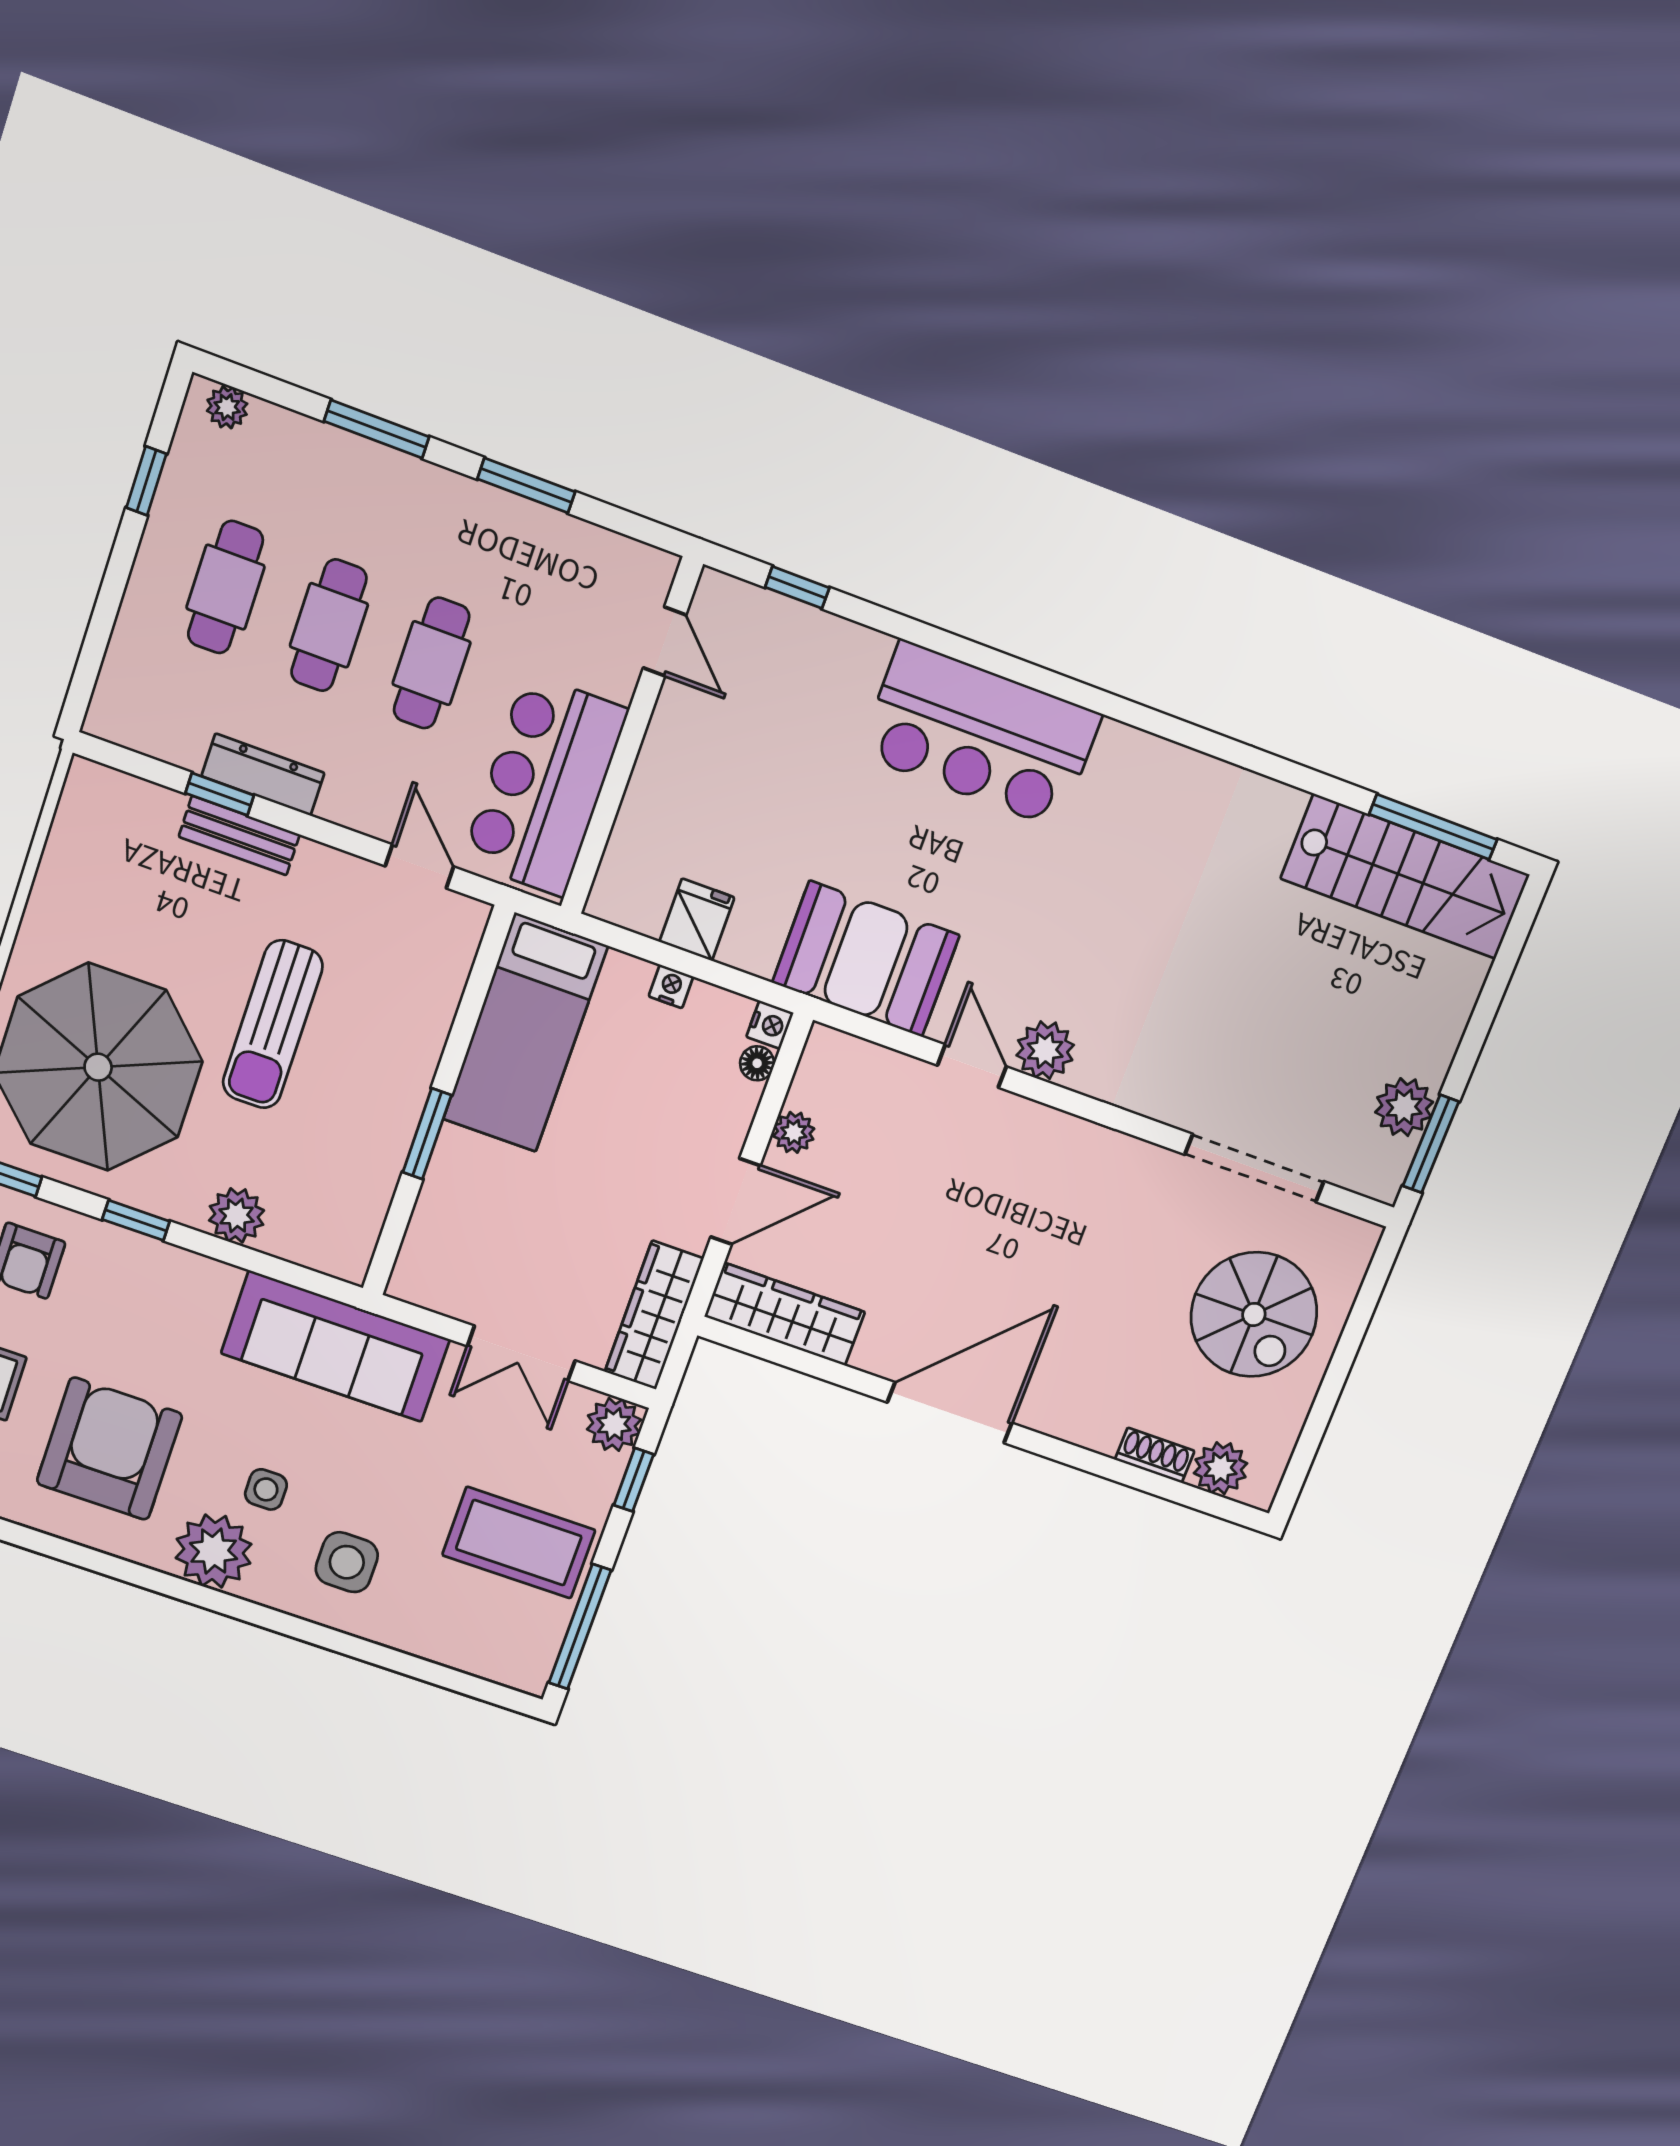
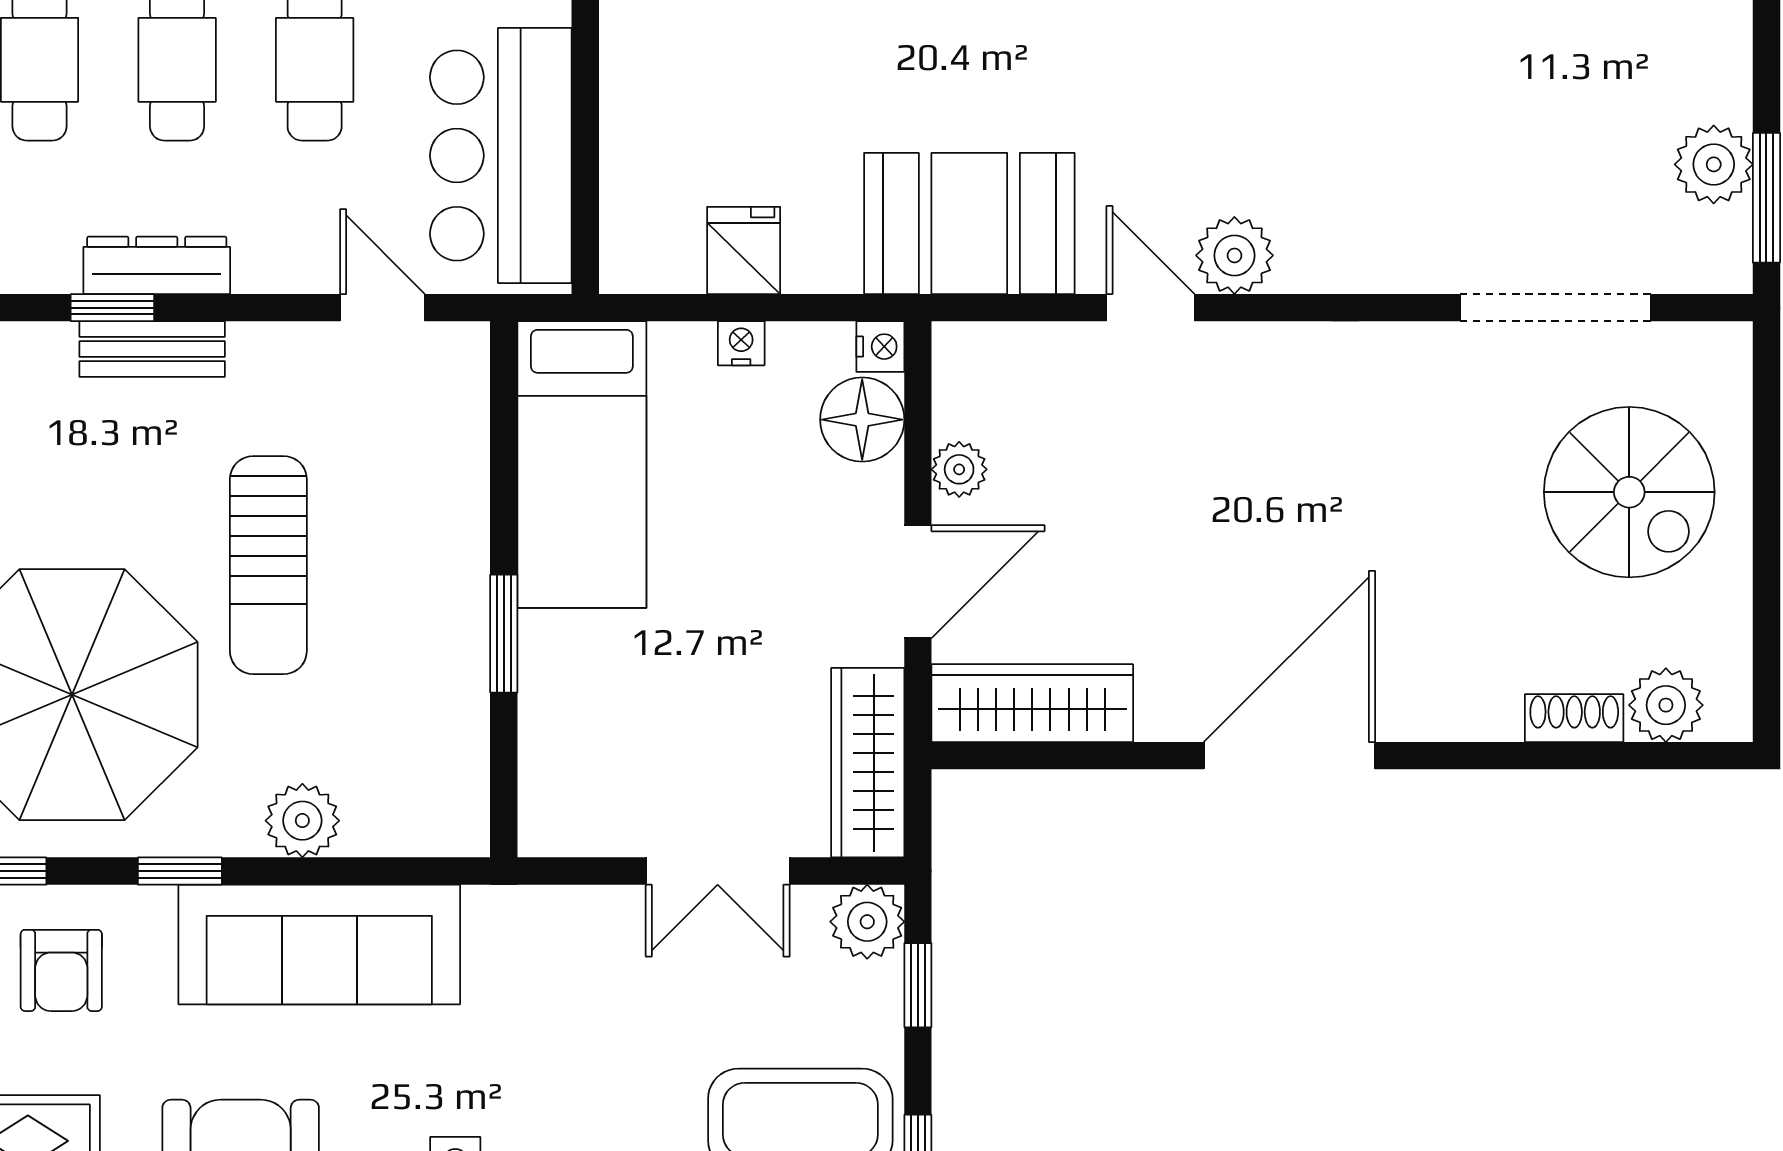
floor lamp: (757, 1063) -> (862, 420), width x1.89, depth x1.89
sofa: (336, 1346) -> (319, 944), moved

